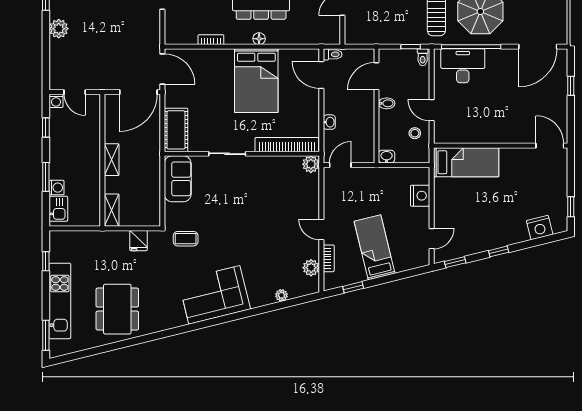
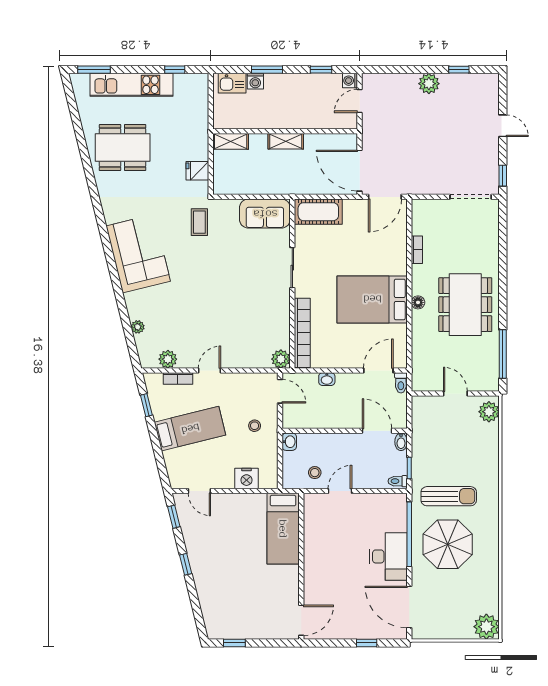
desk: (463, 66) -> (388, 556), moved
bidet: (387, 103) -> (401, 442), moved
stool: (372, 188) -> (255, 426), added
nightstand: (540, 228) -> (212, 609), removed

